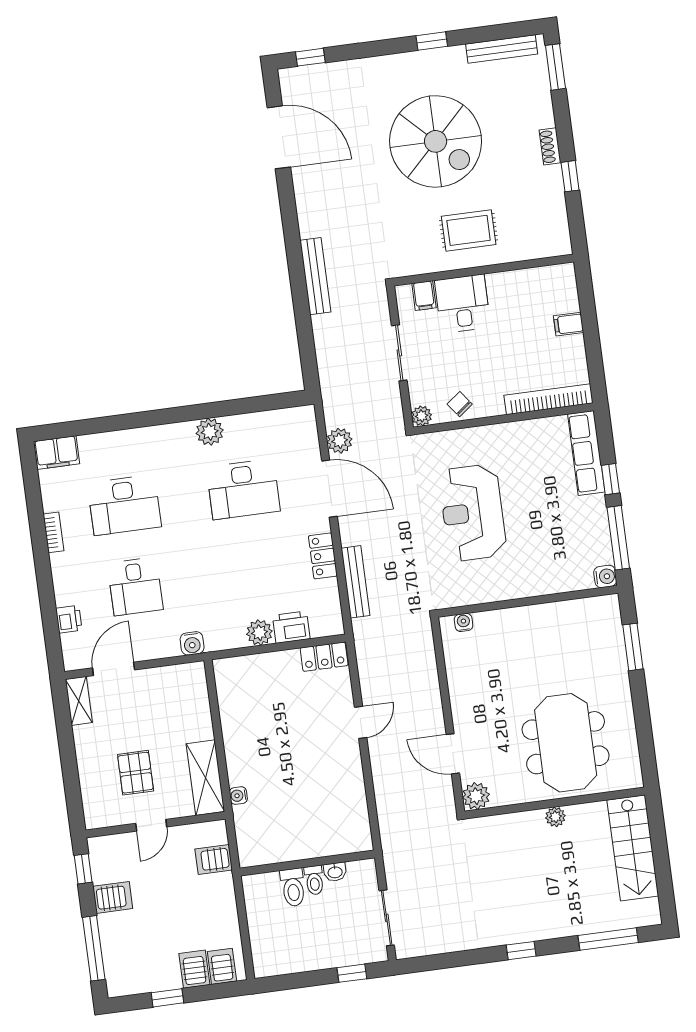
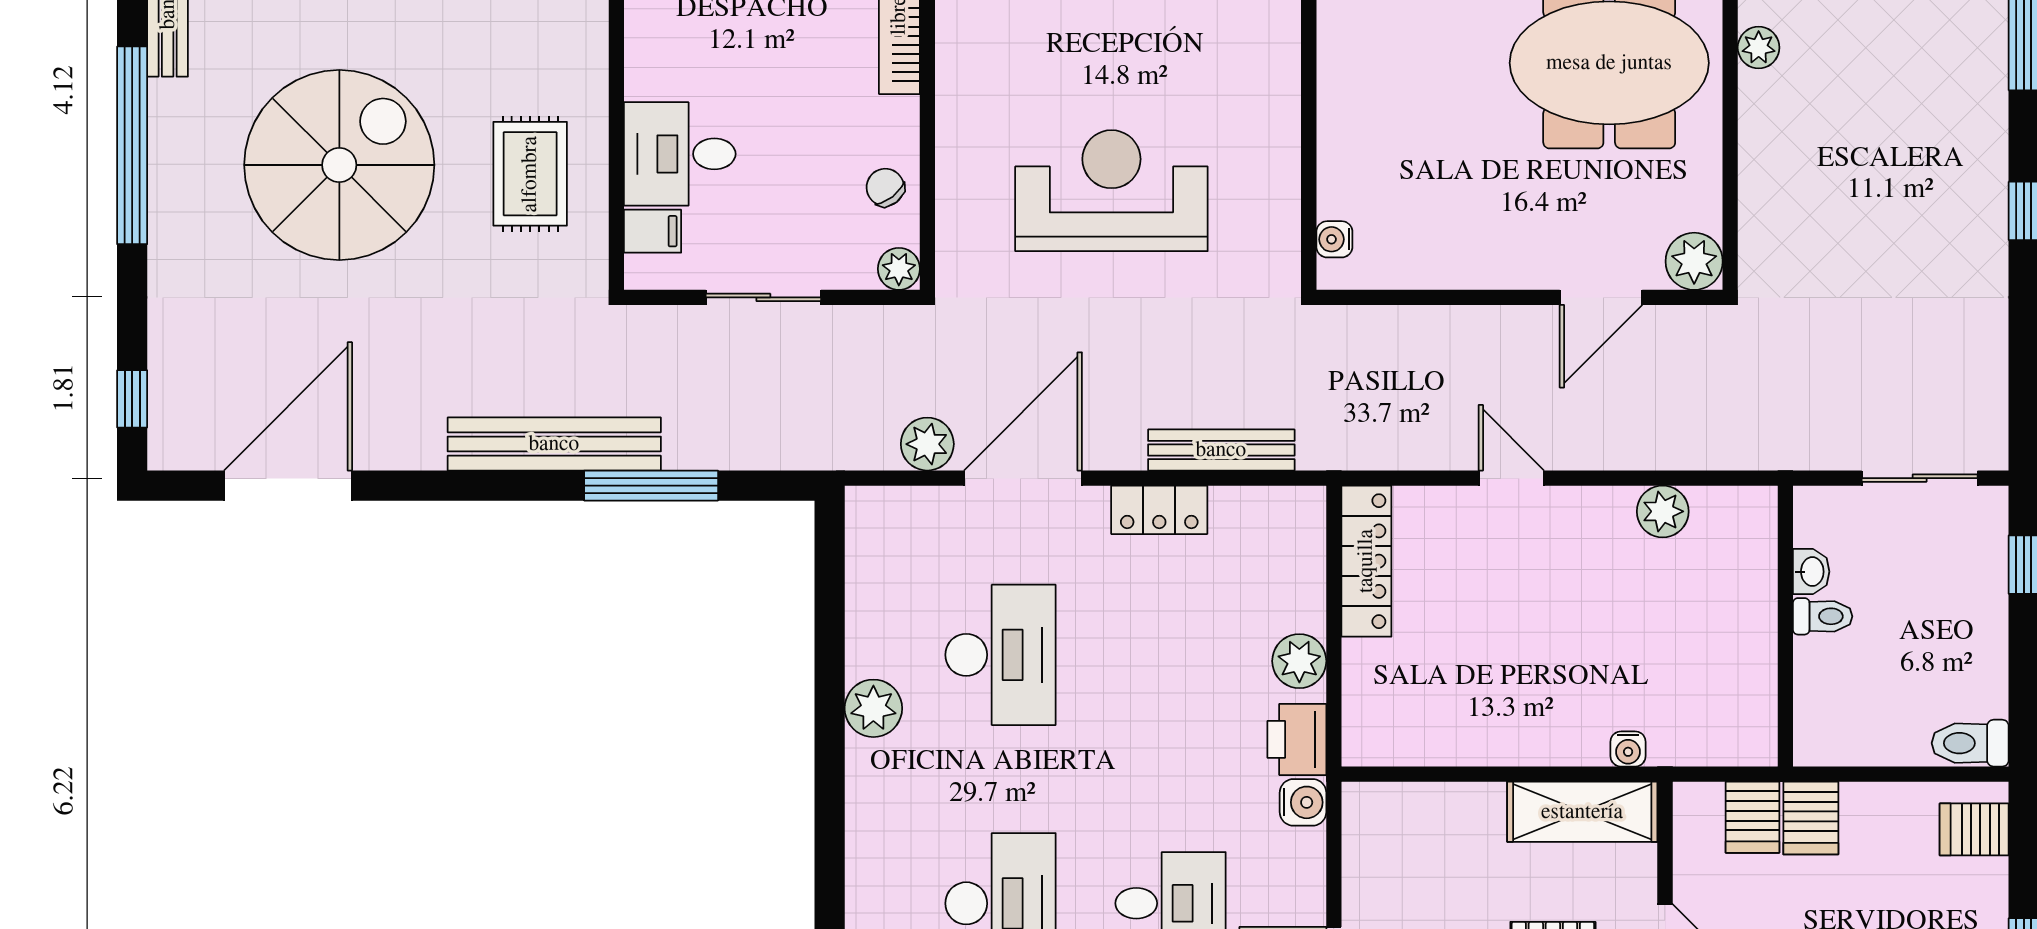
window: (432, 41) -> (132, 145), width x3.17
rug: (469, 230) -> (530, 174), moved
bench: (315, 276) -> (554, 444), width x1.37, depth x1.21
window: (302, 311) -> (651, 486), added
chair: (460, 404) -> (885, 187), turned 89
reception desk: (473, 513) -> (1111, 191), turned 180
printer: (291, 627) -> (1297, 739), moved
locker: (324, 657) -> (1366, 561), width x1.53
plant: (354, 797) -> (1663, 511), added
plant: (555, 817) -> (1759, 48), moved
toilet: (293, 887) -> (1970, 743), moved, turned 180
server rack: (194, 969) -> (1811, 818), moved, turned -90

